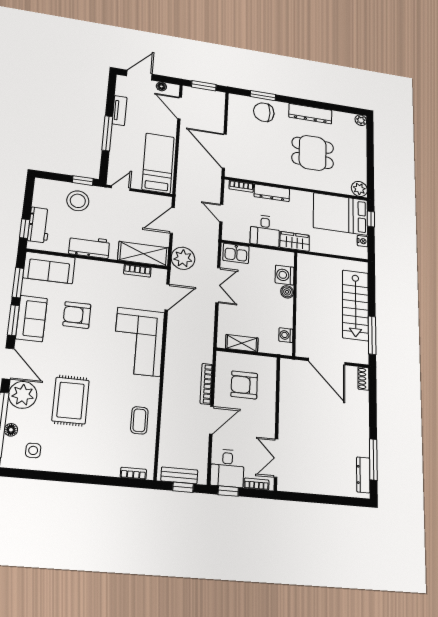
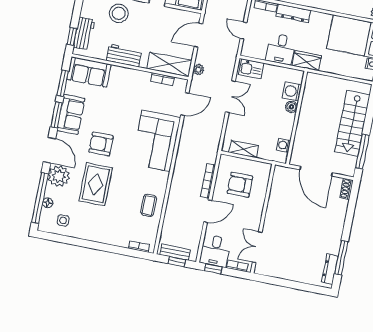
plant: (183, 258) -> (199, 70), width x0.53, depth x0.53
armchair: (77, 315) -> (101, 144), moved

